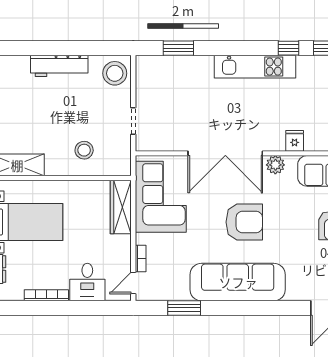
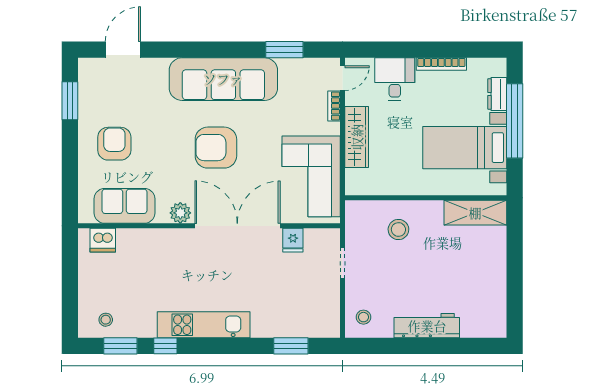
stool: (115, 73) -> (363, 317), width x0.53, depth x0.53
fridge: (295, 141) -> (293, 240), moved
wardrobe: (121, 207) -> (357, 137), moved

